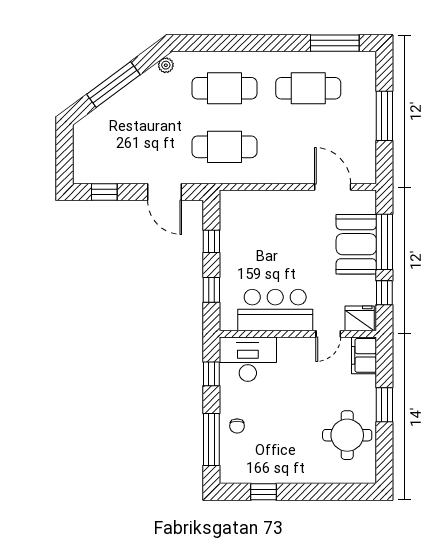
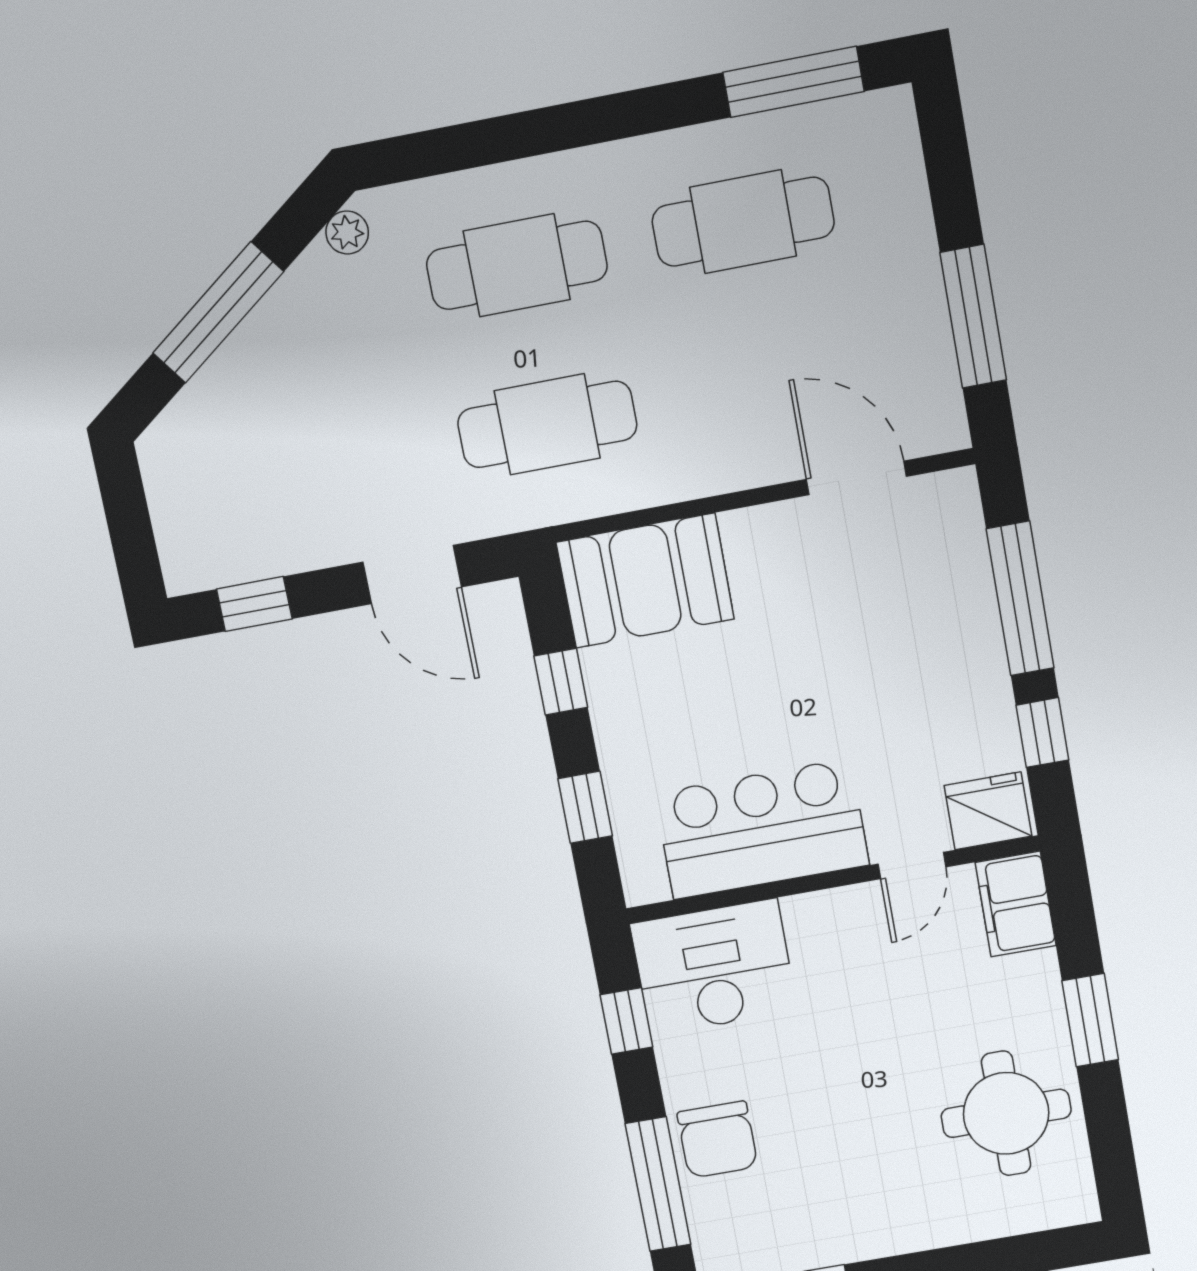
window: (384, 116) -> (973, 316), moved
booth: (356, 244) -> (645, 581), moved, turned 90
chair: (237, 426) -> (717, 1139), width x1.87, depth x1.87

